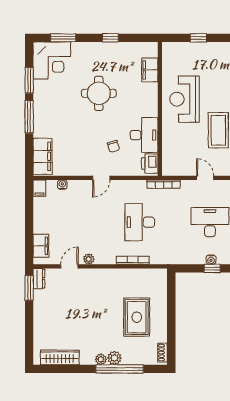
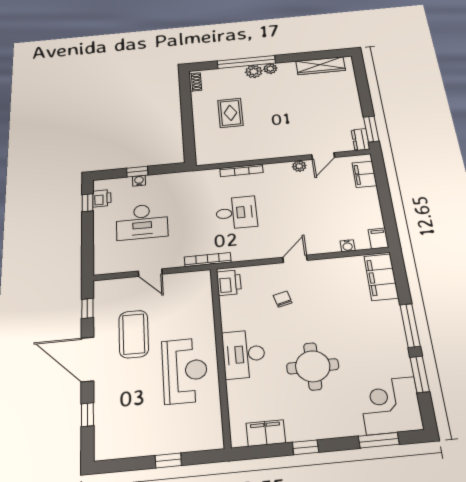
filing cabinet: (150, 70) -> (266, 433), moved, turned -90
desk: (144, 135) -> (244, 354), moved
desk: (140, 222) -> (236, 213), width x0.73
rug: (137, 317) -> (230, 113), width x0.73, depth x0.70

